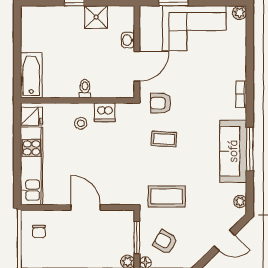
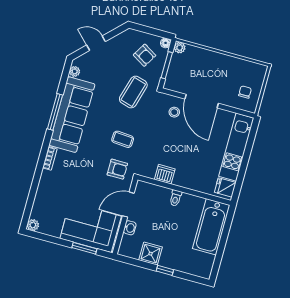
corner sofa: (194, 28) -> (91, 227), moved
bathtub: (31, 75) -> (211, 227), width x1.36, depth x1.36
stool: (81, 123) -> (174, 112), moved
sofa: (233, 151) -> (72, 115), width x1.36, depth x1.27
coffee table: (167, 196) -> (133, 92), turned -74
door: (86, 207) -> (202, 101), width x1.36

